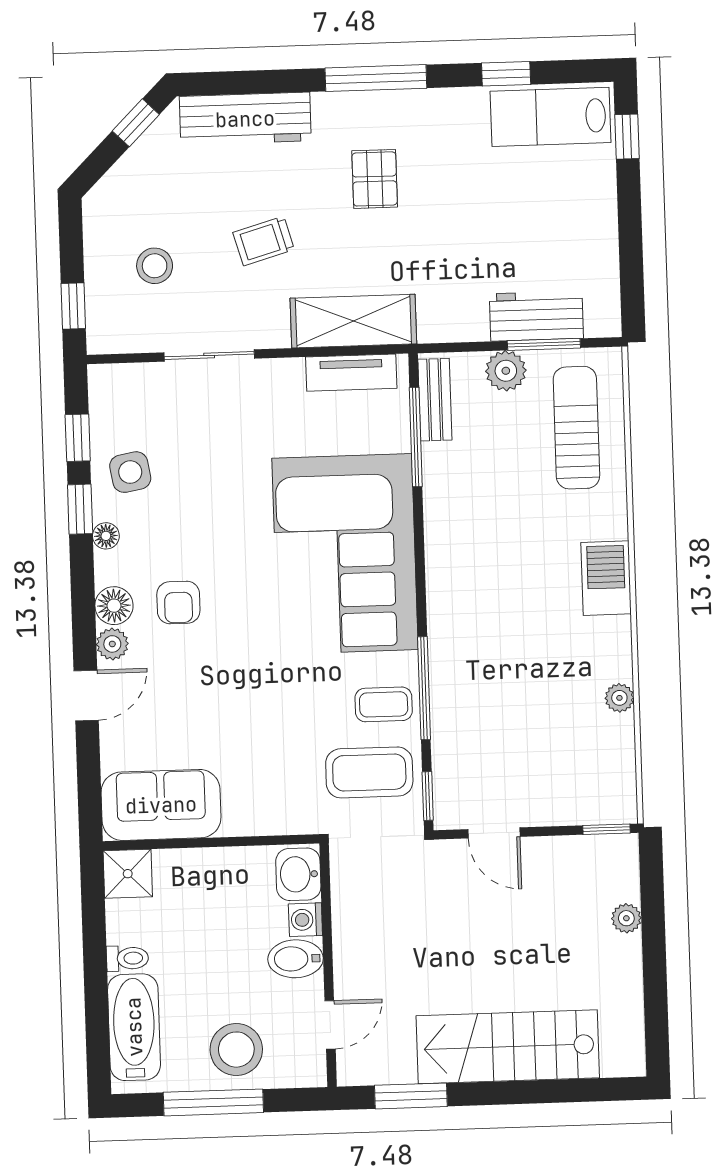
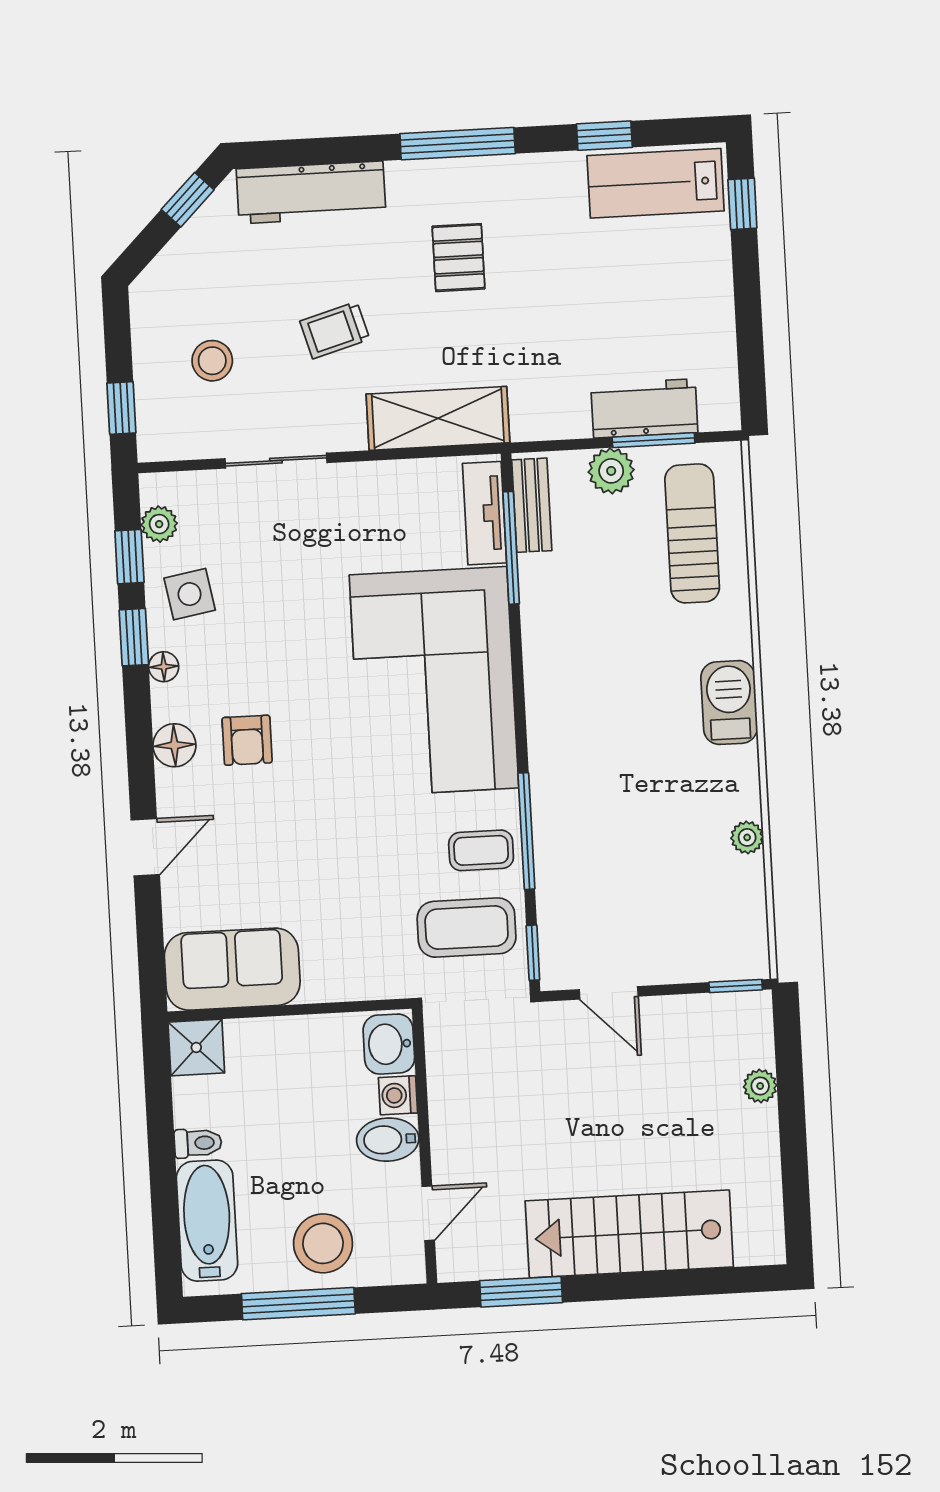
tv unit: (351, 373) -> (484, 513), moved, turned 90
plant: (112, 644) -> (159, 524), moved

